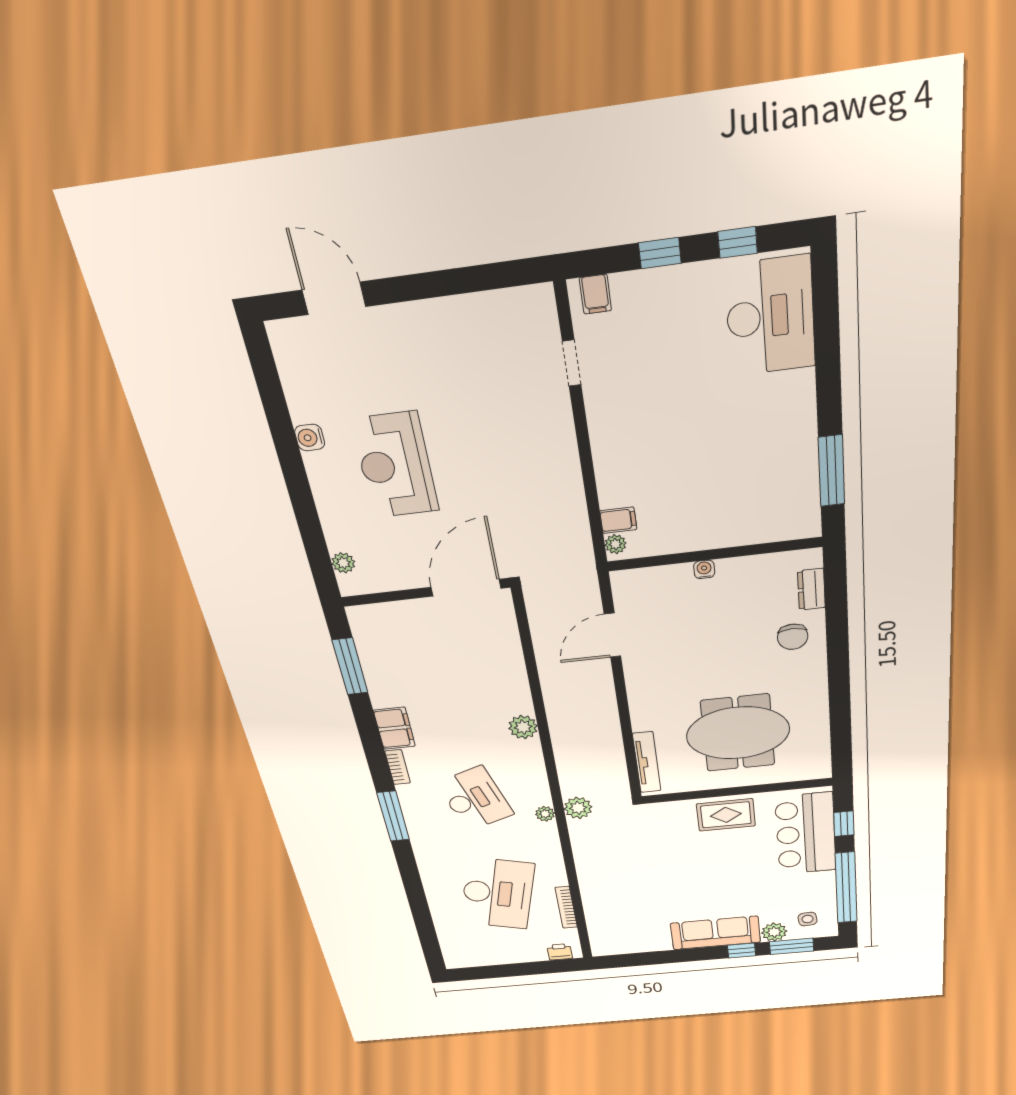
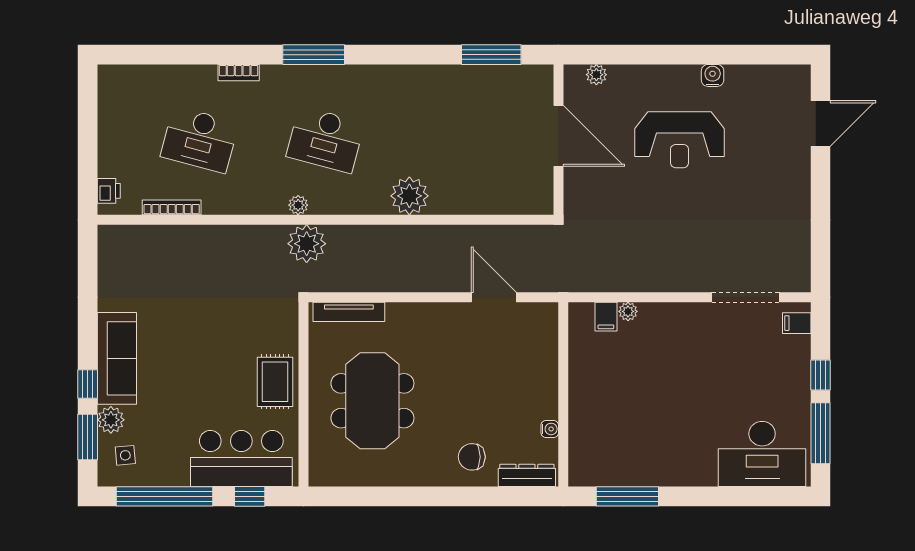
window: (738, 242) -> (820, 433), width x2.17
doorway: (572, 363) -> (746, 297), width x1.88
reception desk: (395, 465) -> (680, 140), turned 180
plant: (615, 544) -> (628, 311), moved
water cooler: (704, 569) -> (550, 429), moved
door: (466, 588) -> (558, 136), moved
dresser: (811, 589) -> (527, 475), width x1.44
plant: (523, 727) -> (409, 196), width x1.36, depth x1.36
filing cabinet: (394, 728) -> (418, 80), removed
bookcase: (398, 767) -> (239, 73), moved
desk: (475, 799) -> (325, 140), turned 33
plant: (578, 808) -> (307, 244), width x1.36, depth x1.36
desk: (498, 893) -> (200, 140), width x0.73, depth x0.77

